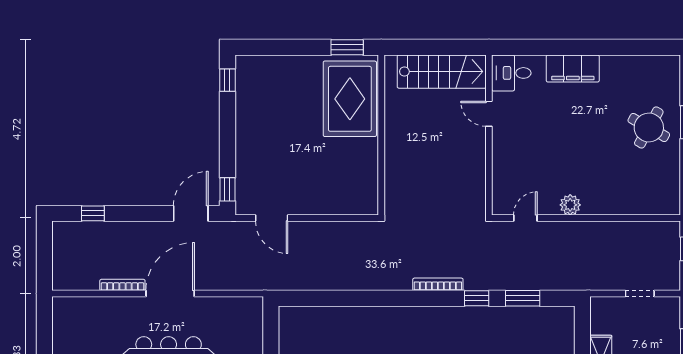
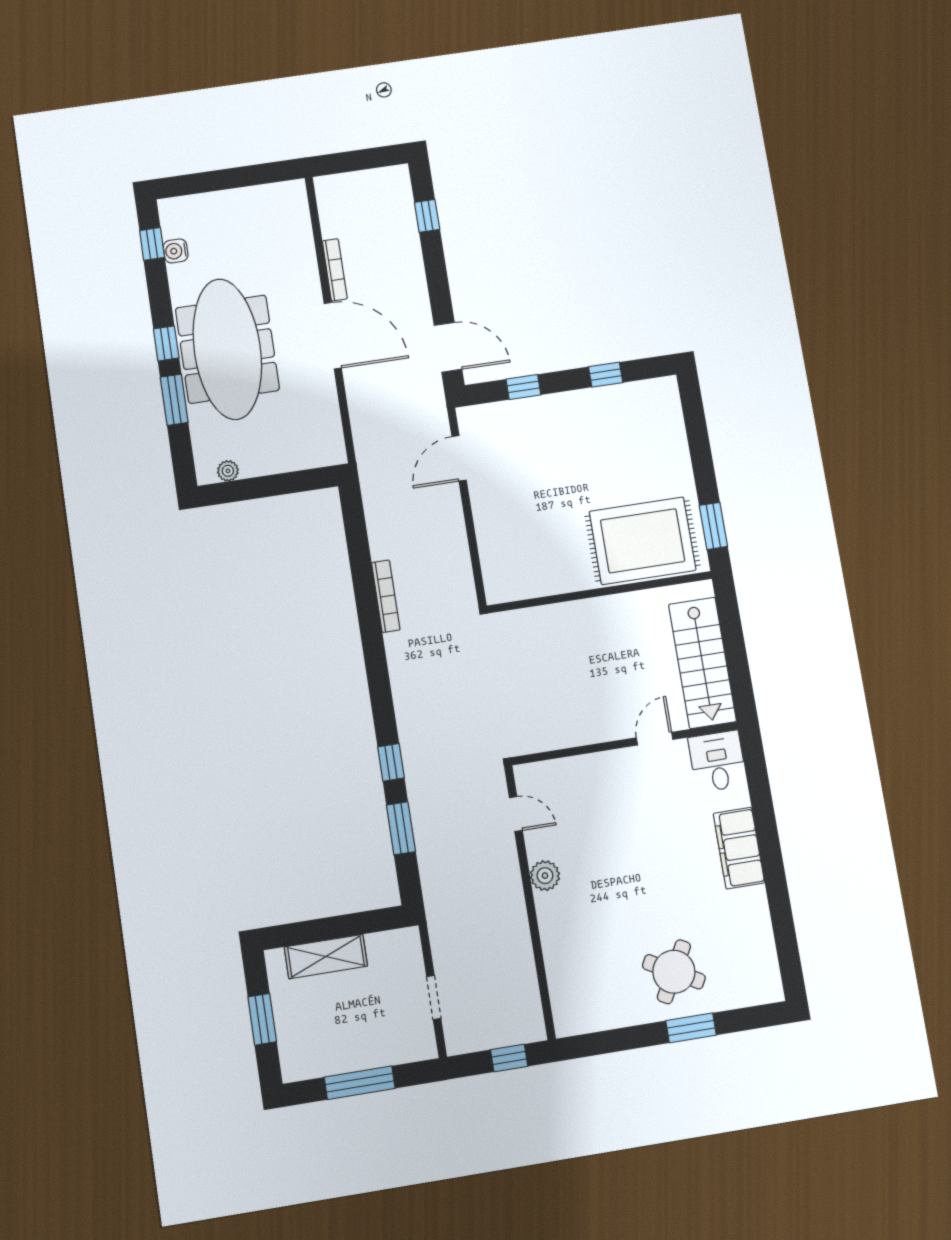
window: (227, 80) -> (606, 375), moved
window: (227, 189) -> (523, 387), moved
bookcase: (438, 284) -> (386, 596), moved

